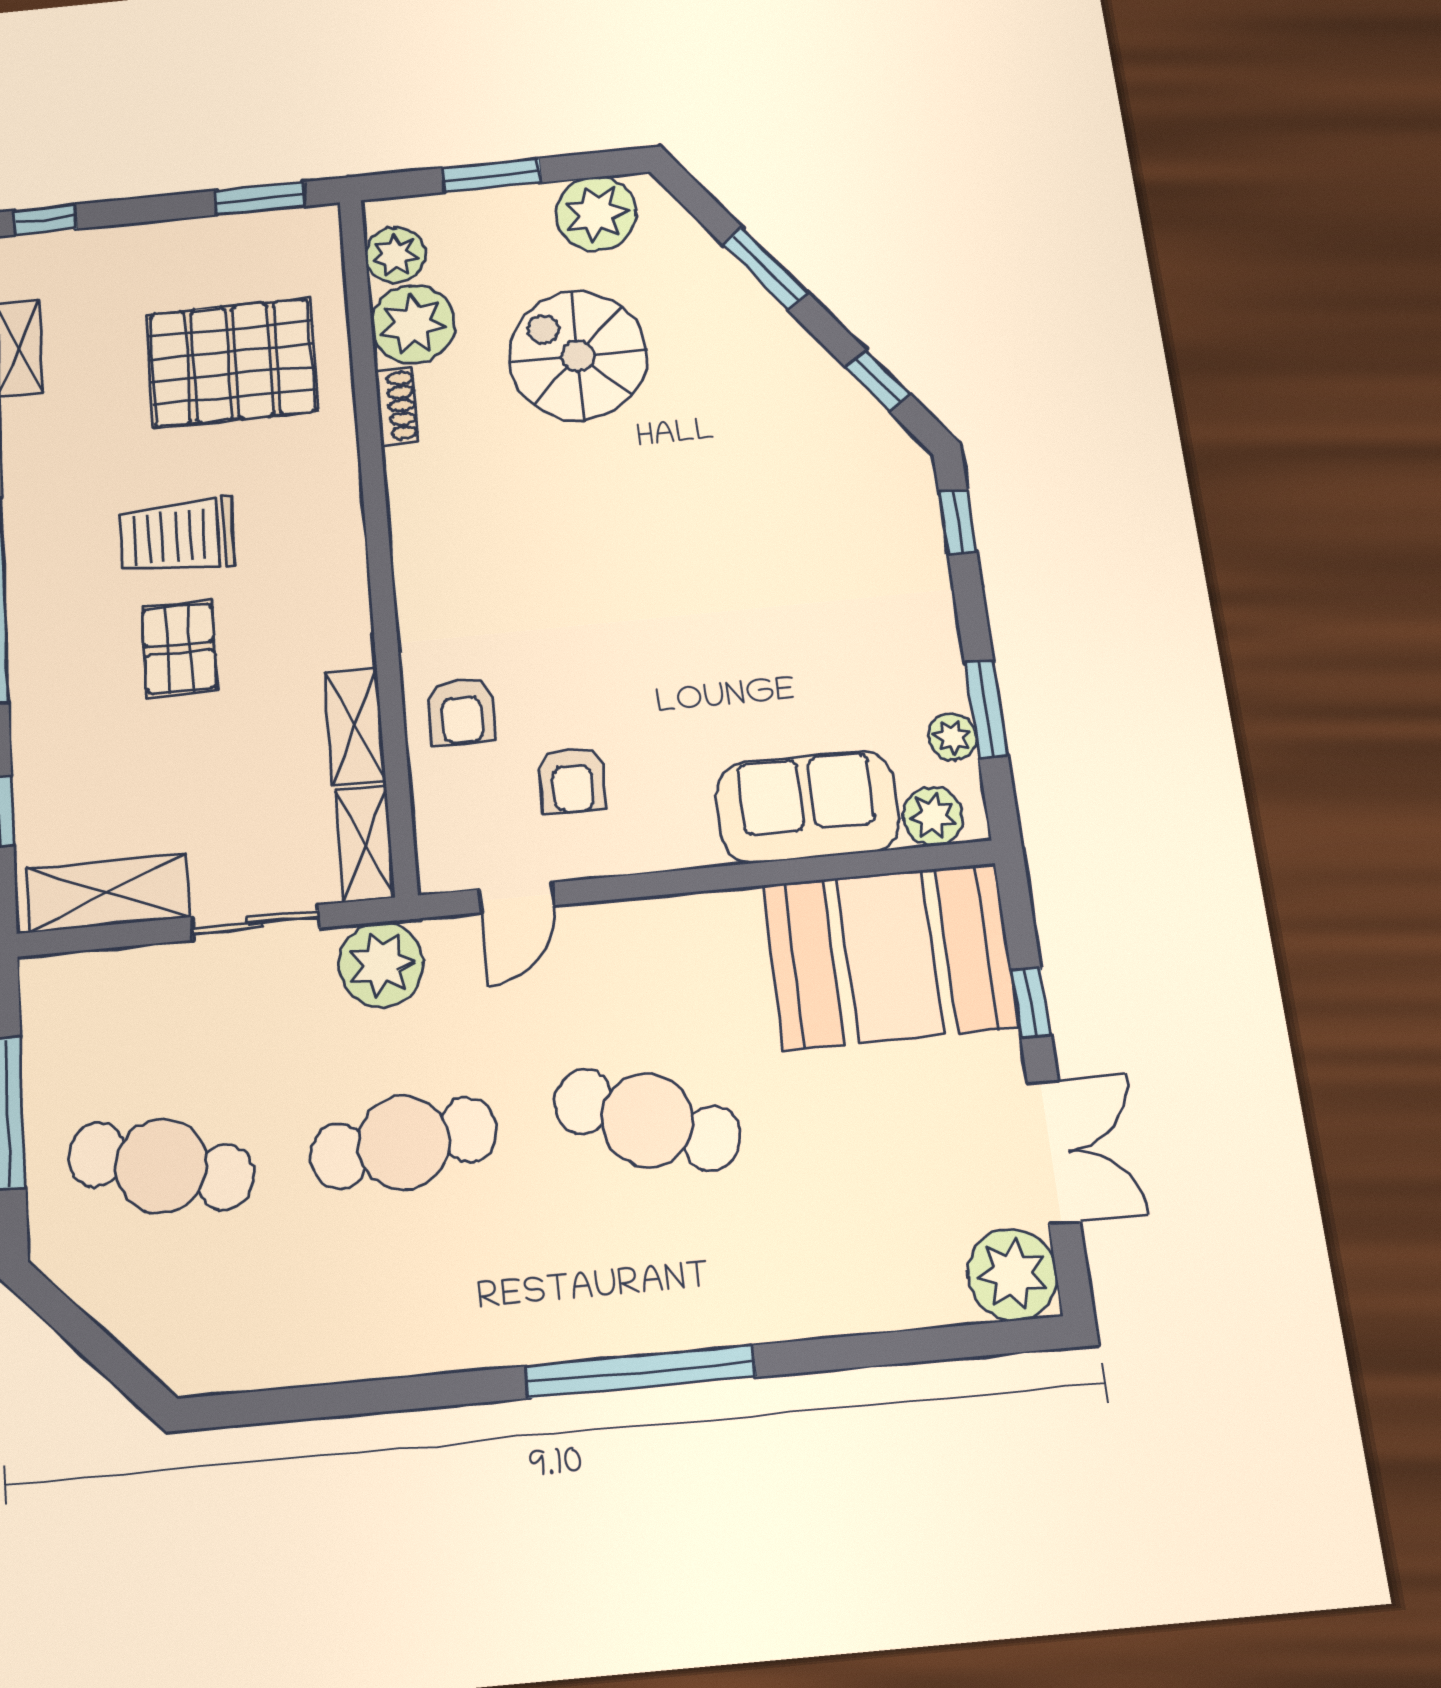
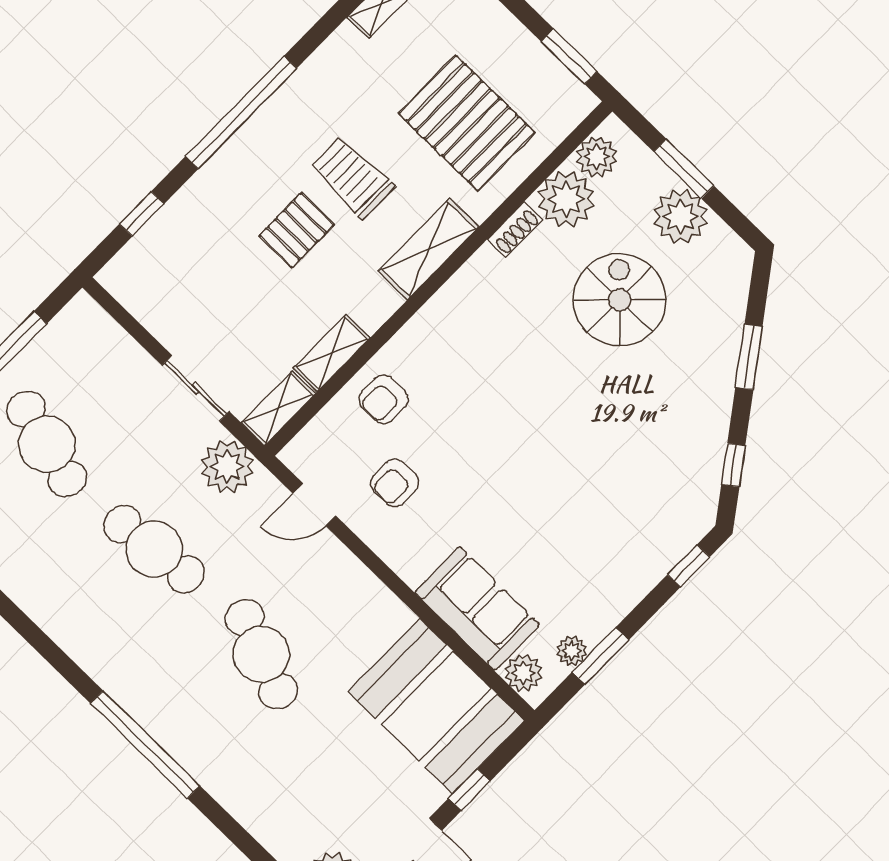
plant: (596, 214) -> (680, 216), moved
shelving: (108, 893) -> (429, 249), moved, turned 90

